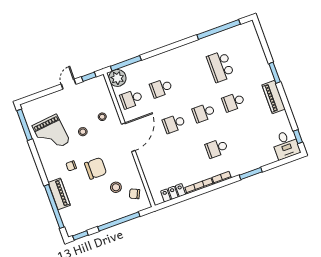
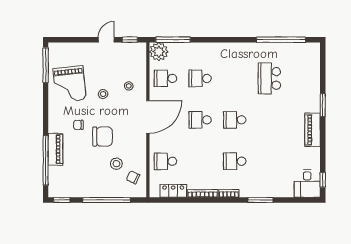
school desk: (233, 102) -> (165, 161), moved

